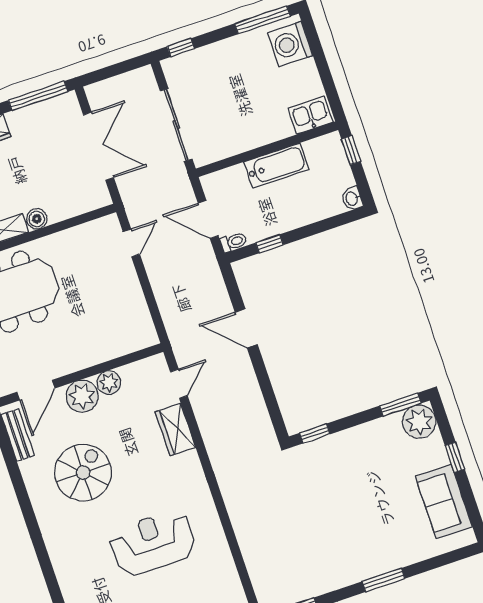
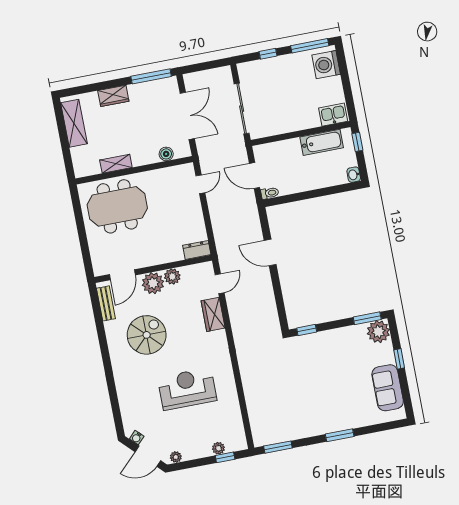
window: (181, 48) -> (268, 54), moved
bathtub: (276, 166) -> (322, 142), moved
boiler: (37, 219) -> (166, 154), moved
window: (270, 244) -> (294, 198), removed
dresser: (139, 339) -> (197, 250), added

